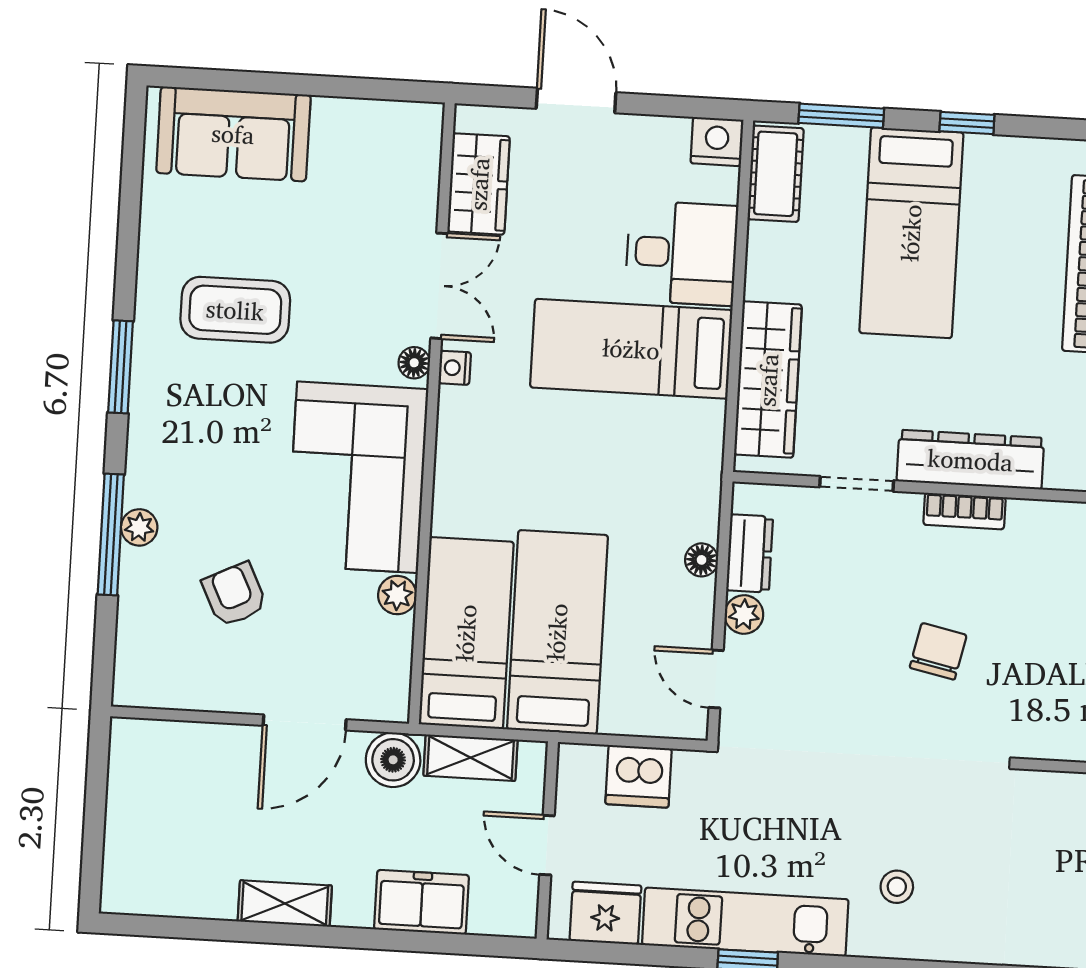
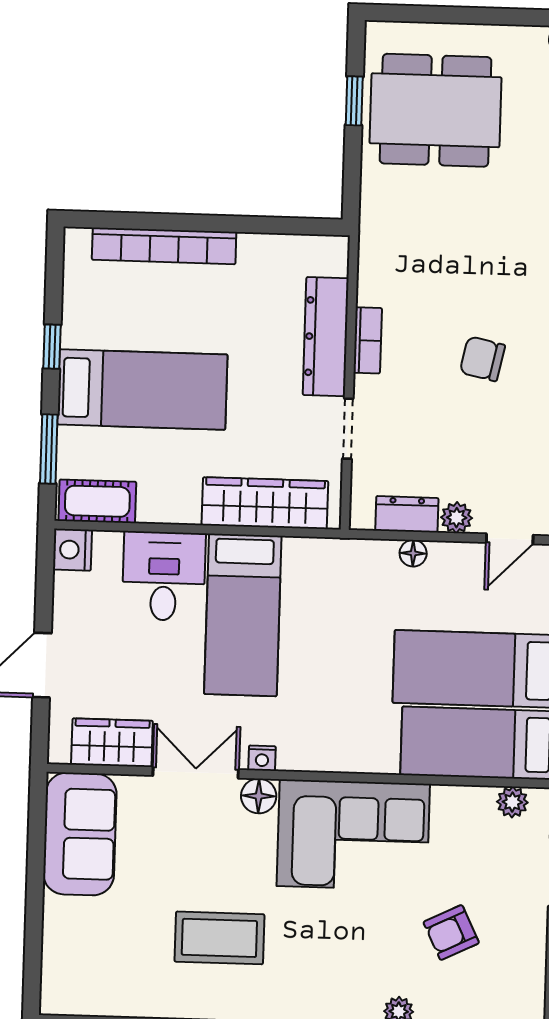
sofa: (233, 134) -> (80, 834), moved
coffee table: (235, 310) -> (219, 938), turned 90
floor lamp: (414, 363) -> (259, 796), width x1.37, depth x1.37
plant: (397, 595) -> (512, 802), moved

